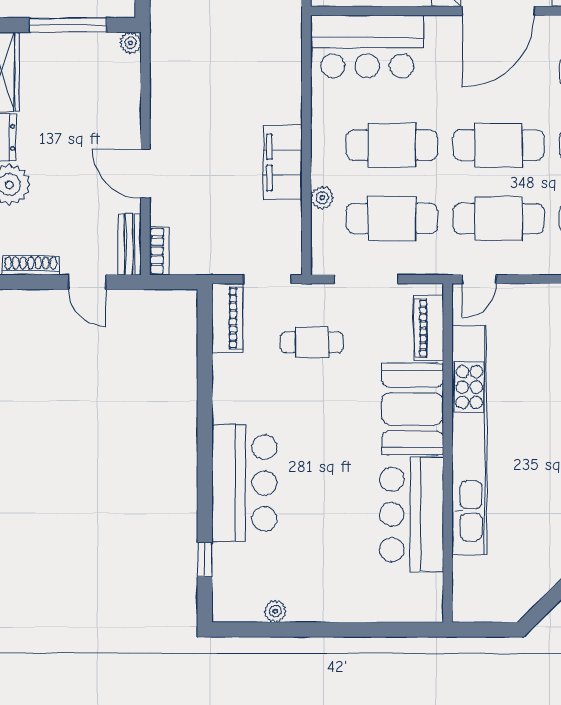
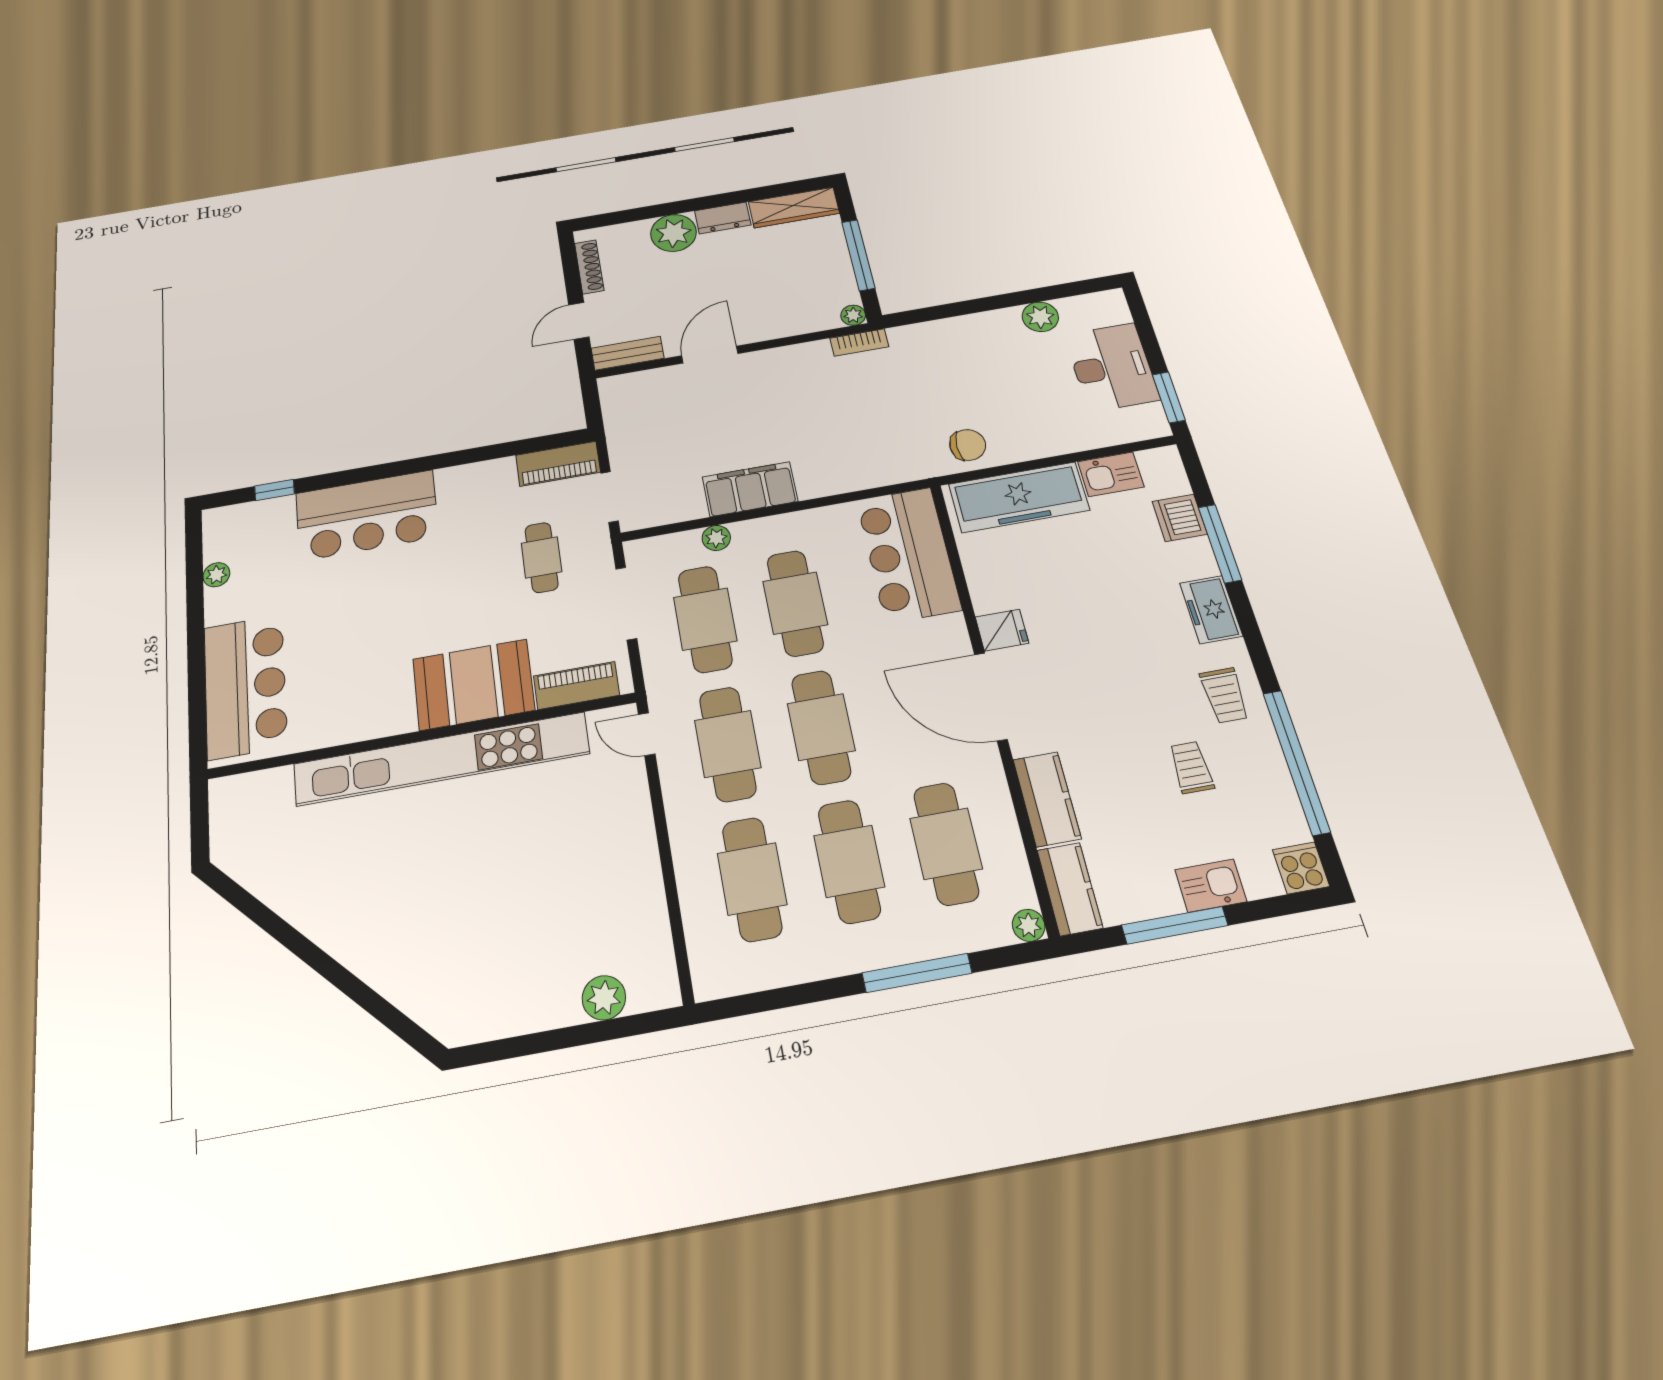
bookcase: (159, 251) -> (859, 342), moved
bar counter: (412, 514) -> (245, 686), moved, turned 90

